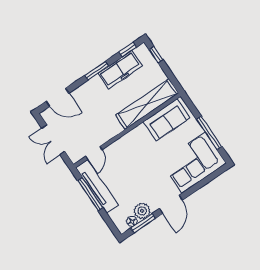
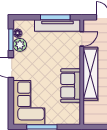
shelving: (147, 104) -> (90, 74), moved
sofa: (167, 120) -> (71, 86), moved
door: (94, 153) -> (82, 39), swing flipped

